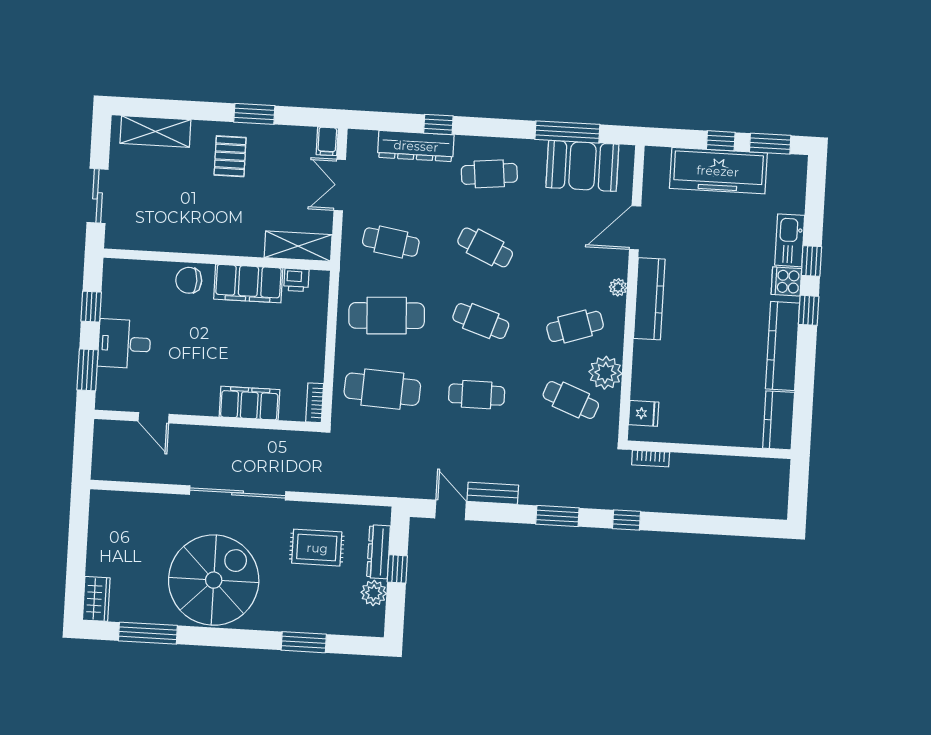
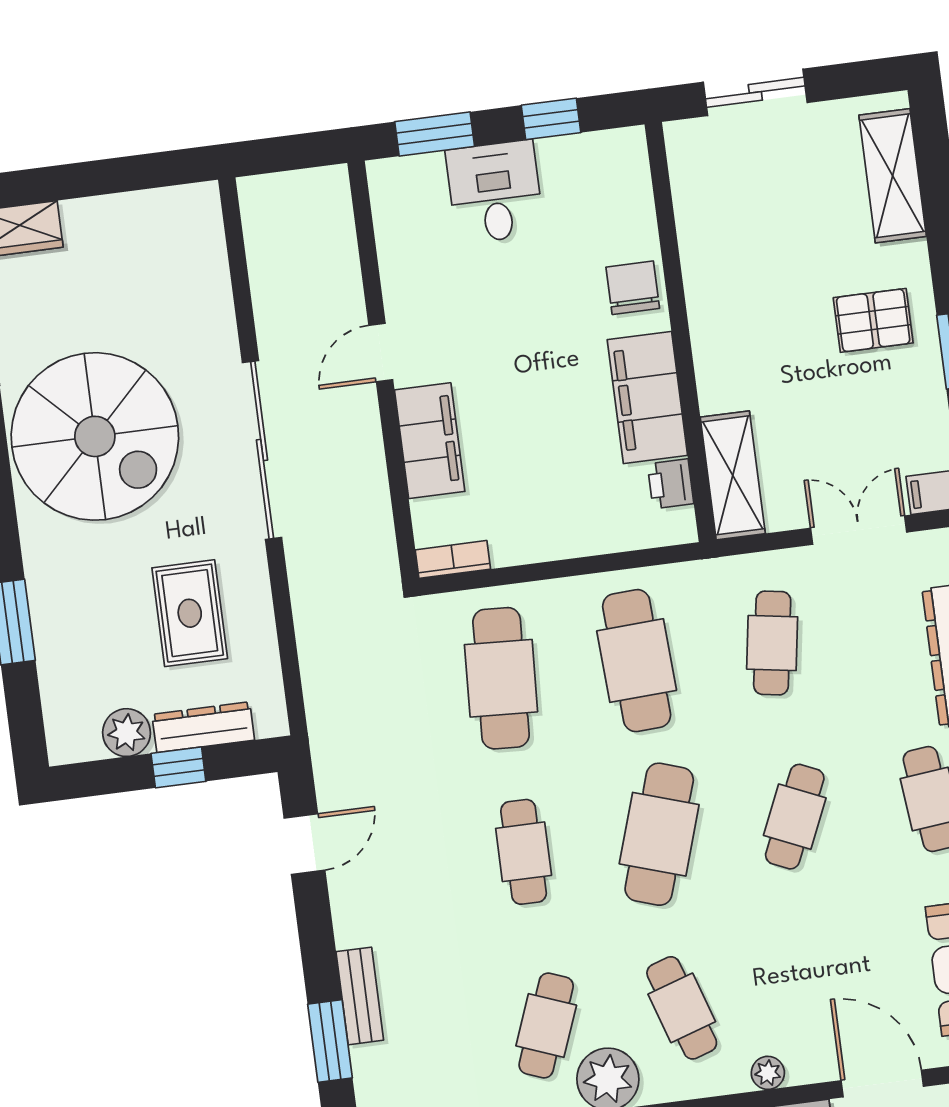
cafe table: (481, 321) -> (659, 834), width x1.37, depth x1.35
door: (154, 418) -> (381, 352), moved
bench: (493, 493) -> (360, 996), moved

